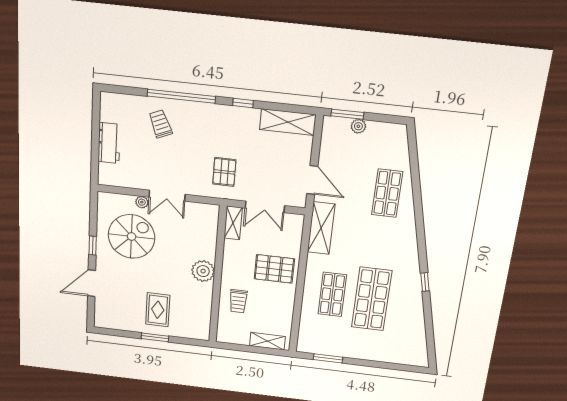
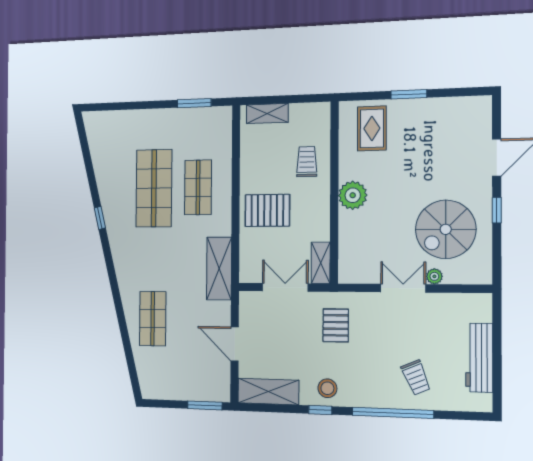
stool: (235, 121) -> (327, 388), added
plant: (358, 126) -> (192, 393), removed
workbench: (109, 143) -> (479, 358), width x1.38
door: (312, 180) -> (235, 344), moved
rug: (158, 310) -> (372, 128), moved

